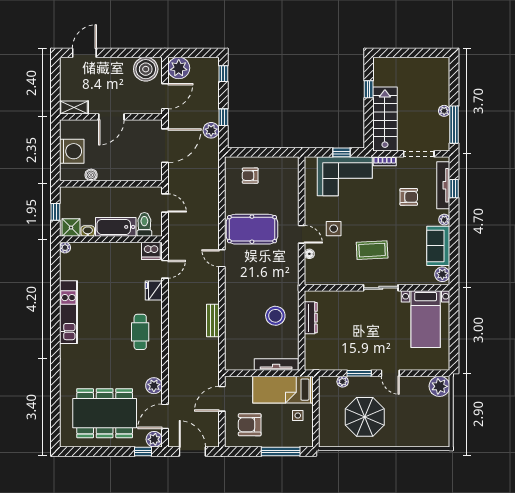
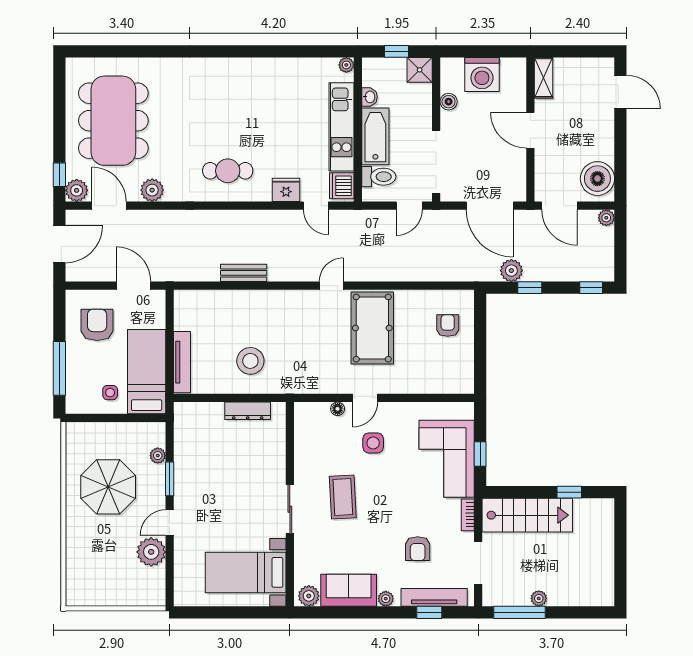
plant: (179, 68) -> (606, 218), width x0.53, depth x0.53
doorway: (134, 184) -> (436, 162), added
shower: (71, 228) -> (420, 70), moved
kitchen unit: (68, 312) -> (341, 127), moved, turned 90
plant: (439, 386) -> (151, 552), moved

